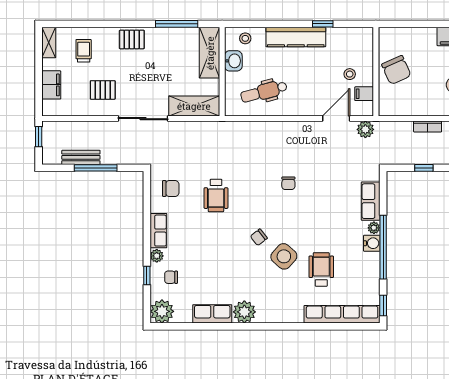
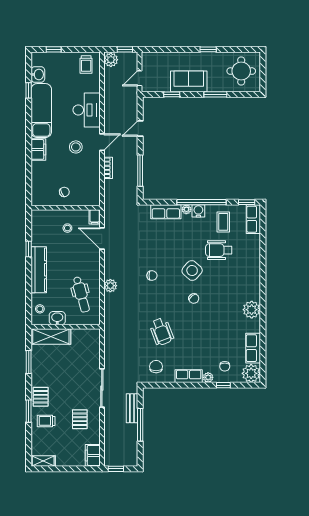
window: (113, 24) -> (29, 411), added
window: (177, 24) -> (29, 362), width x0.69
trolley: (84, 51) -> (46, 421), moved
chair: (396, 70) -> (64, 192), width x0.54, depth x0.54
filing cabinet: (51, 85) -> (93, 455), moved, turned -90
filing cabinet: (364, 94) -> (95, 217), moved
shelving: (194, 106) -> (92, 348), removed
plant: (365, 129) -> (110, 286), moved
bench: (81, 157) -> (132, 408), moved
window: (424, 168) -> (140, 171), width x2.17
wheelchair: (216, 195) -> (161, 332), turned 69
side table: (284, 256) -> (192, 271), moved
coffee table: (358, 275) -> (223, 222), added
row of seats: (212, 314) -> (253, 348), moved
row of seats: (342, 314) -> (253, 219), width x0.50

